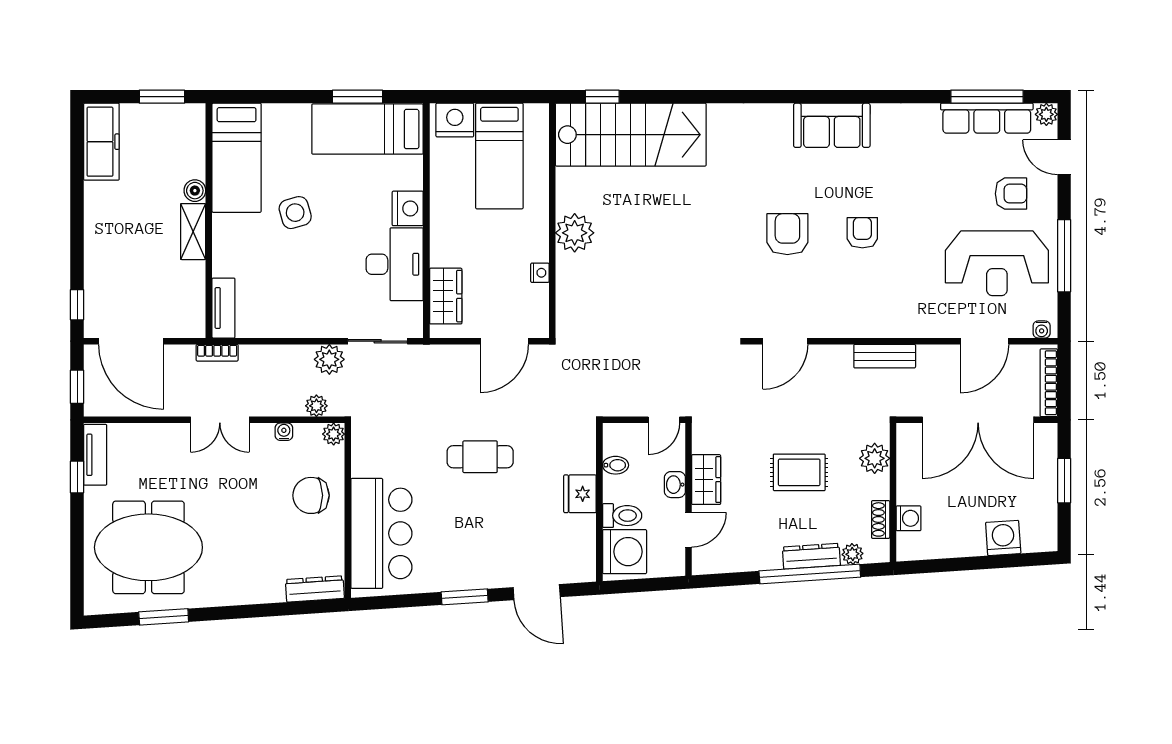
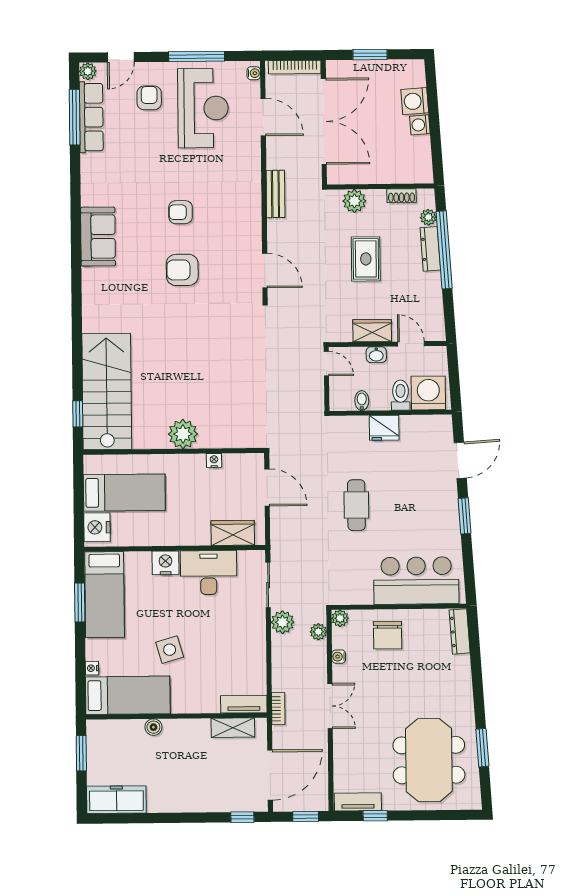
nightstand: (272, 112) -> (92, 668), added
shelving: (193, 232) -> (233, 728), moved
washing machine: (908, 518) -> (420, 125), moved, turned -94

